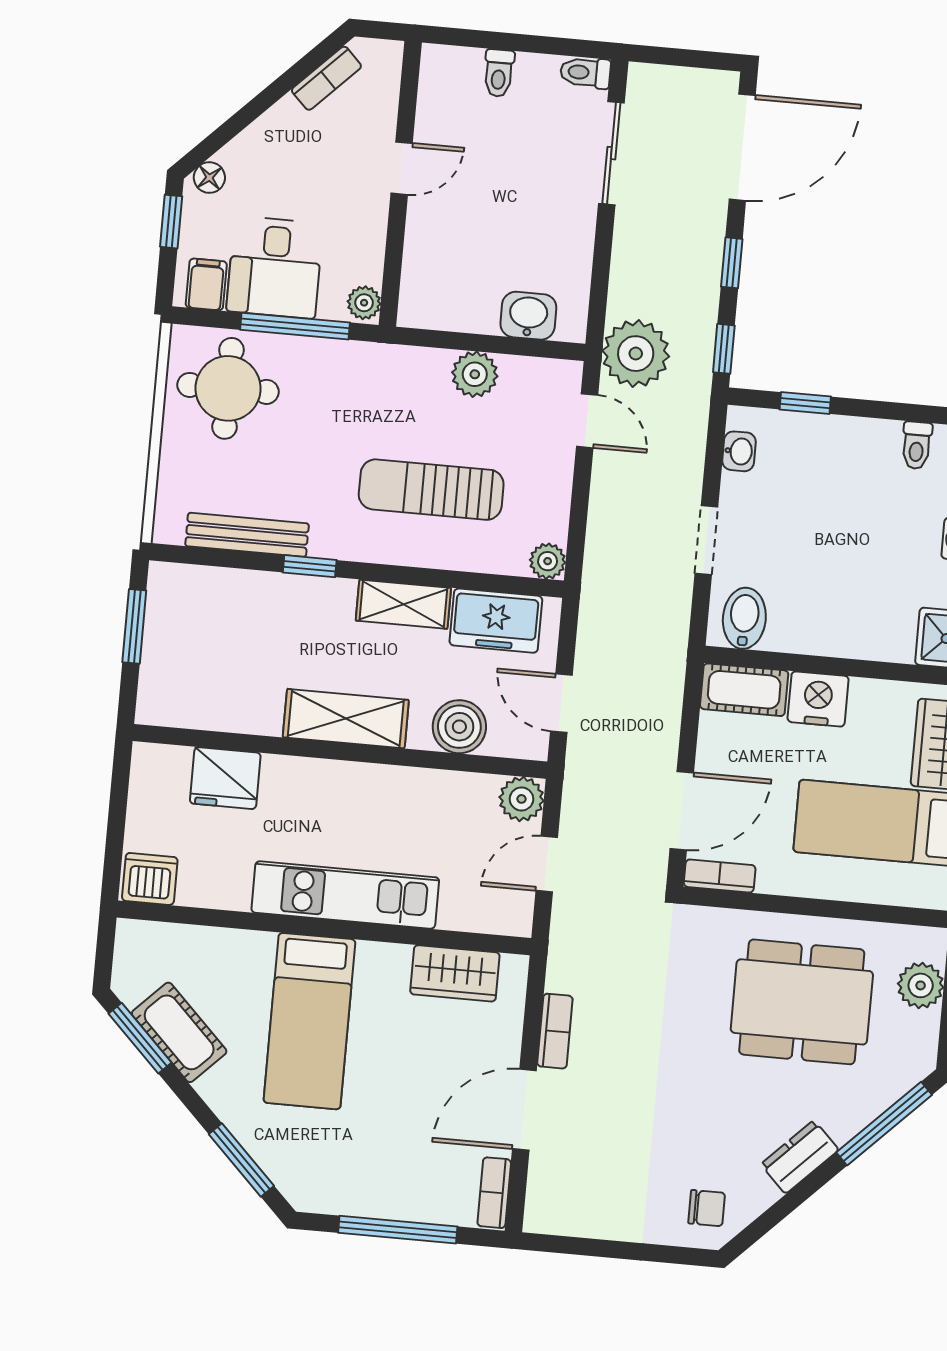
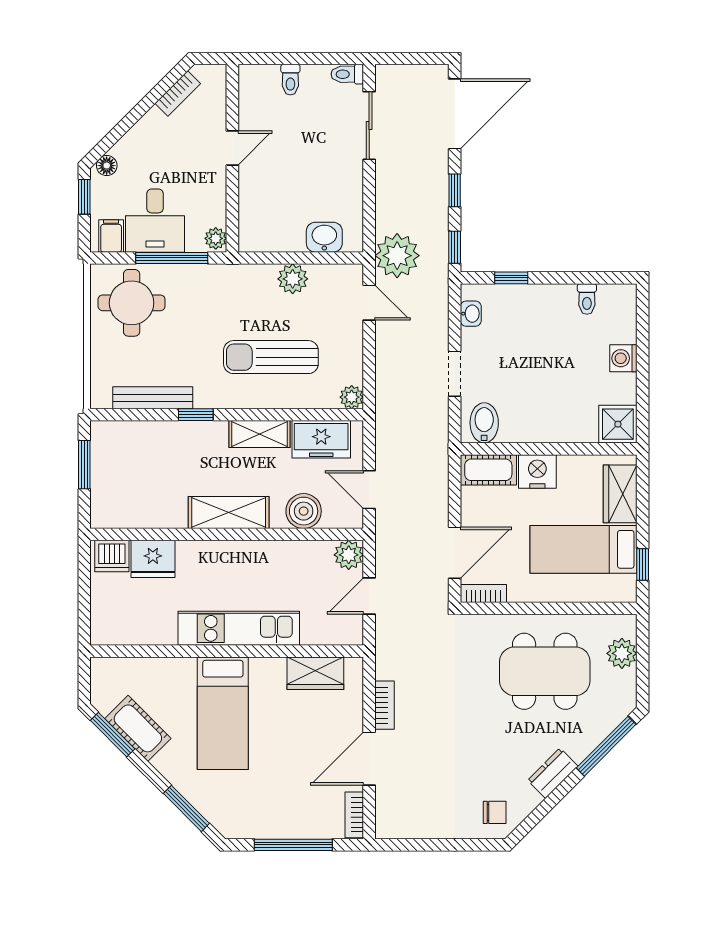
dishwasher: (150, 879) -> (112, 556), moved, turned 180

